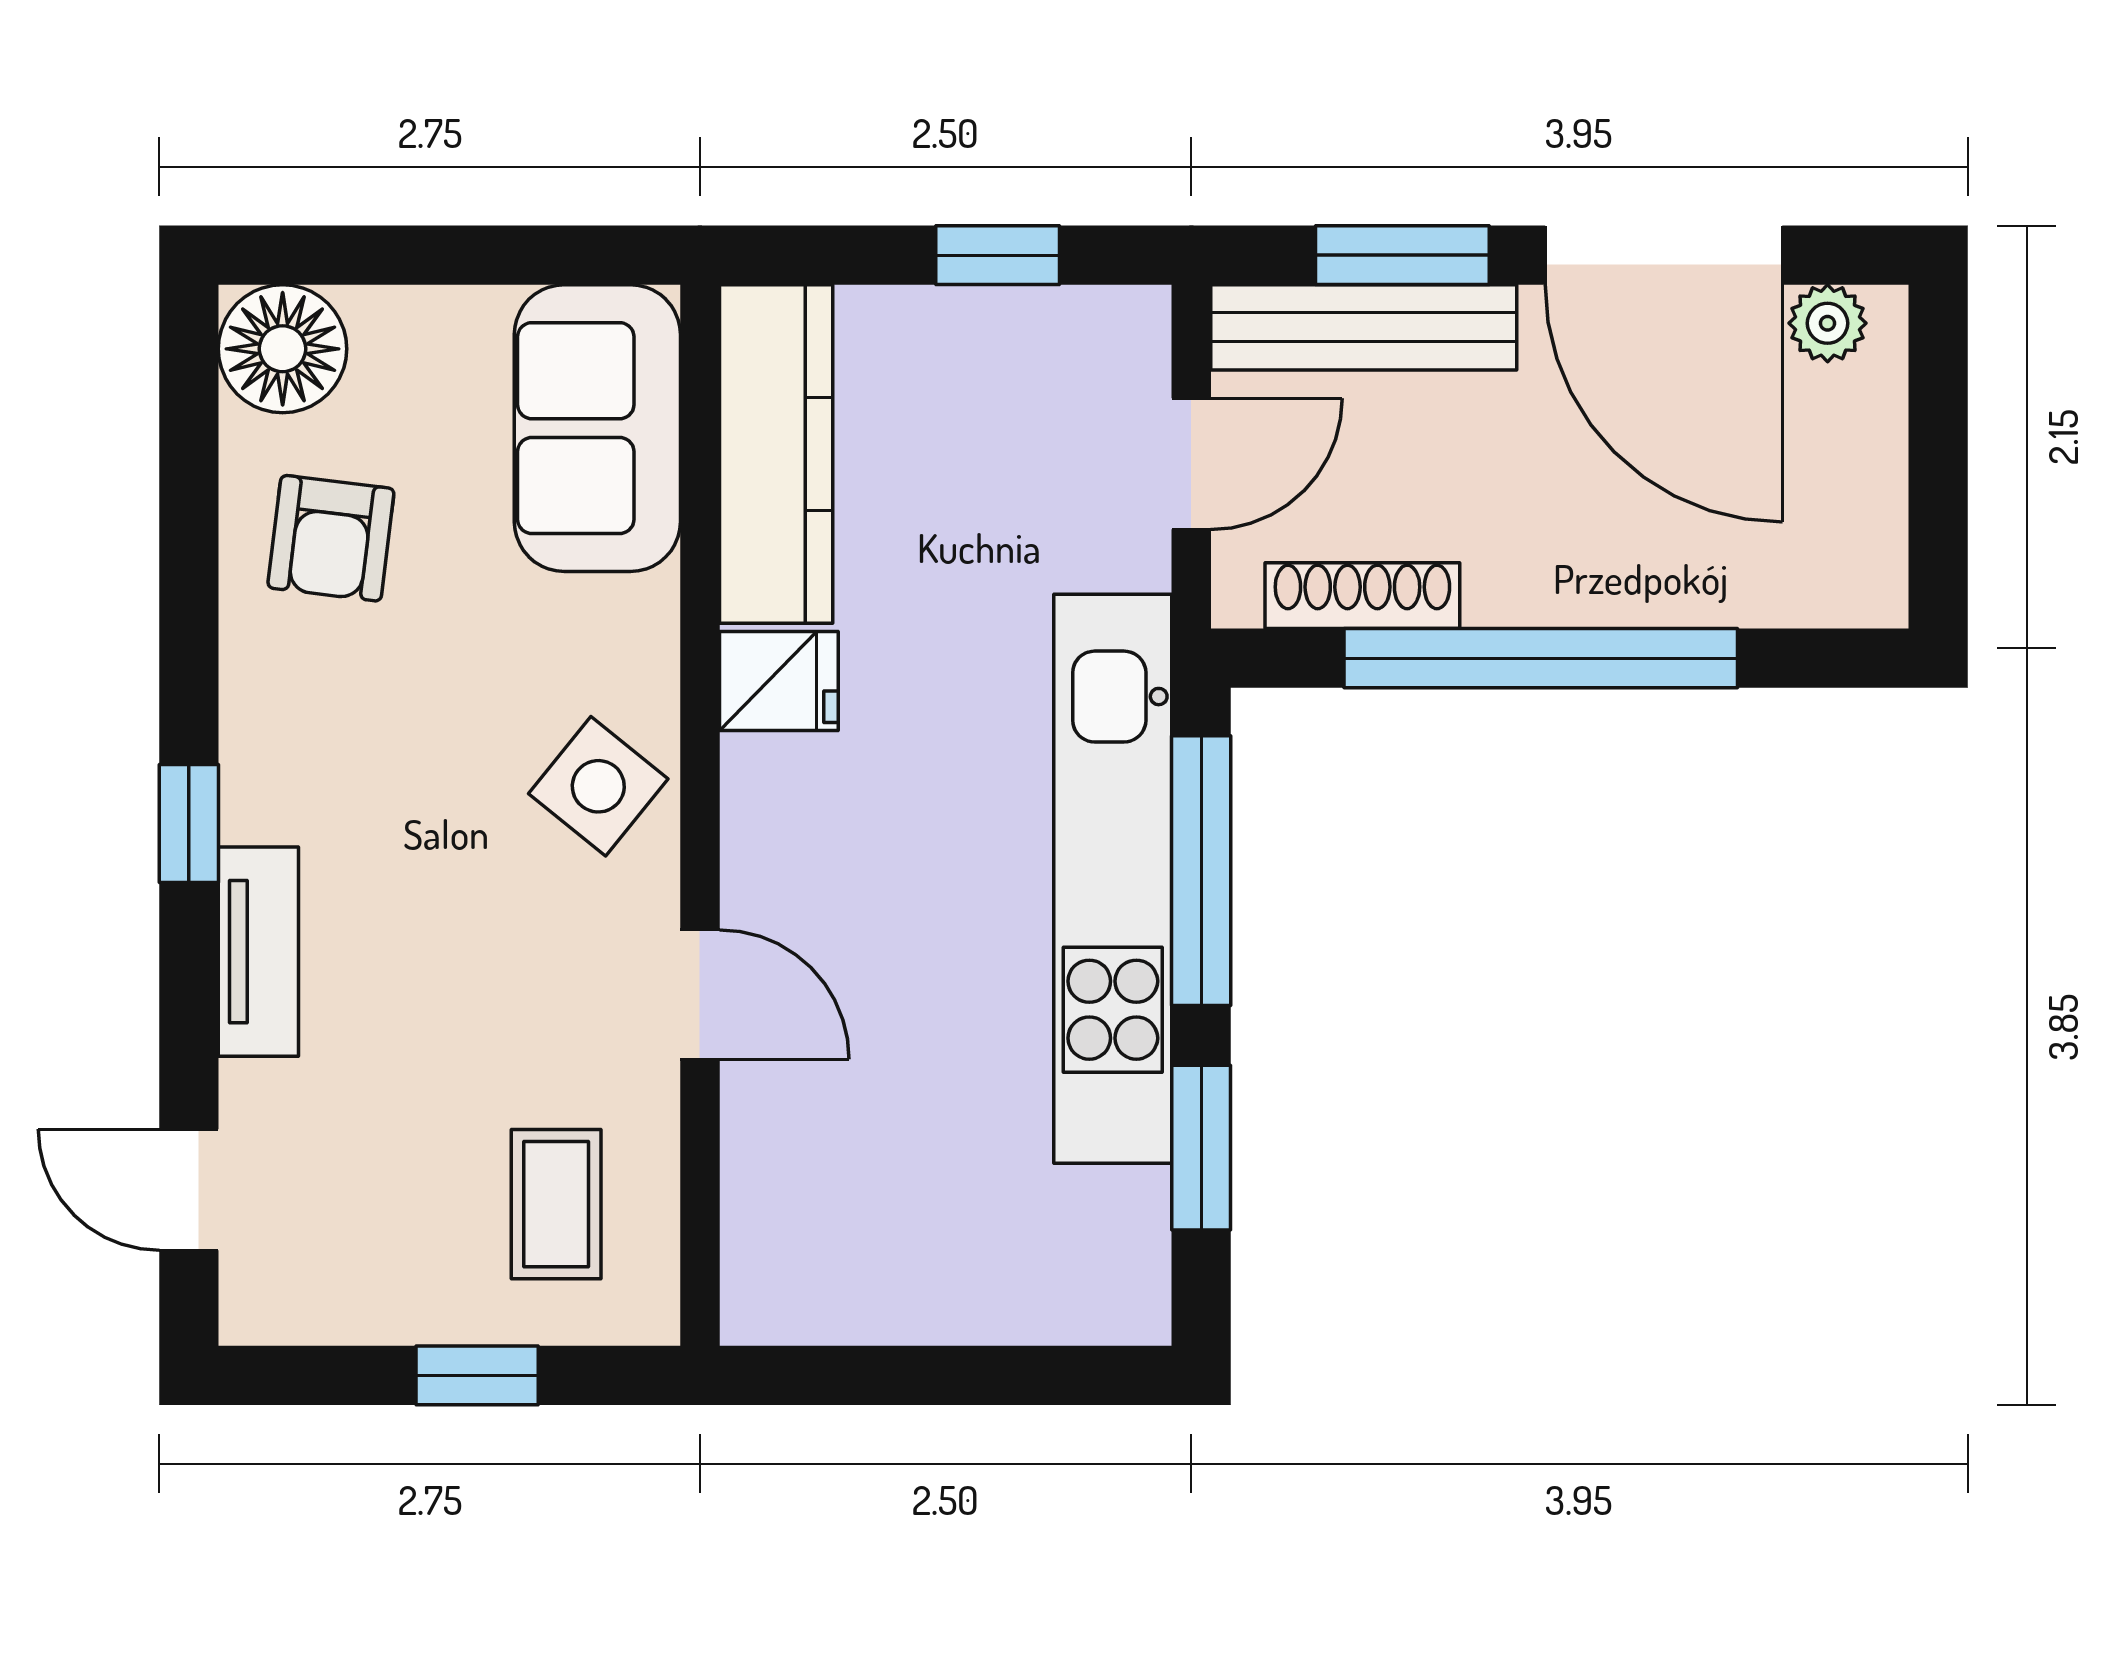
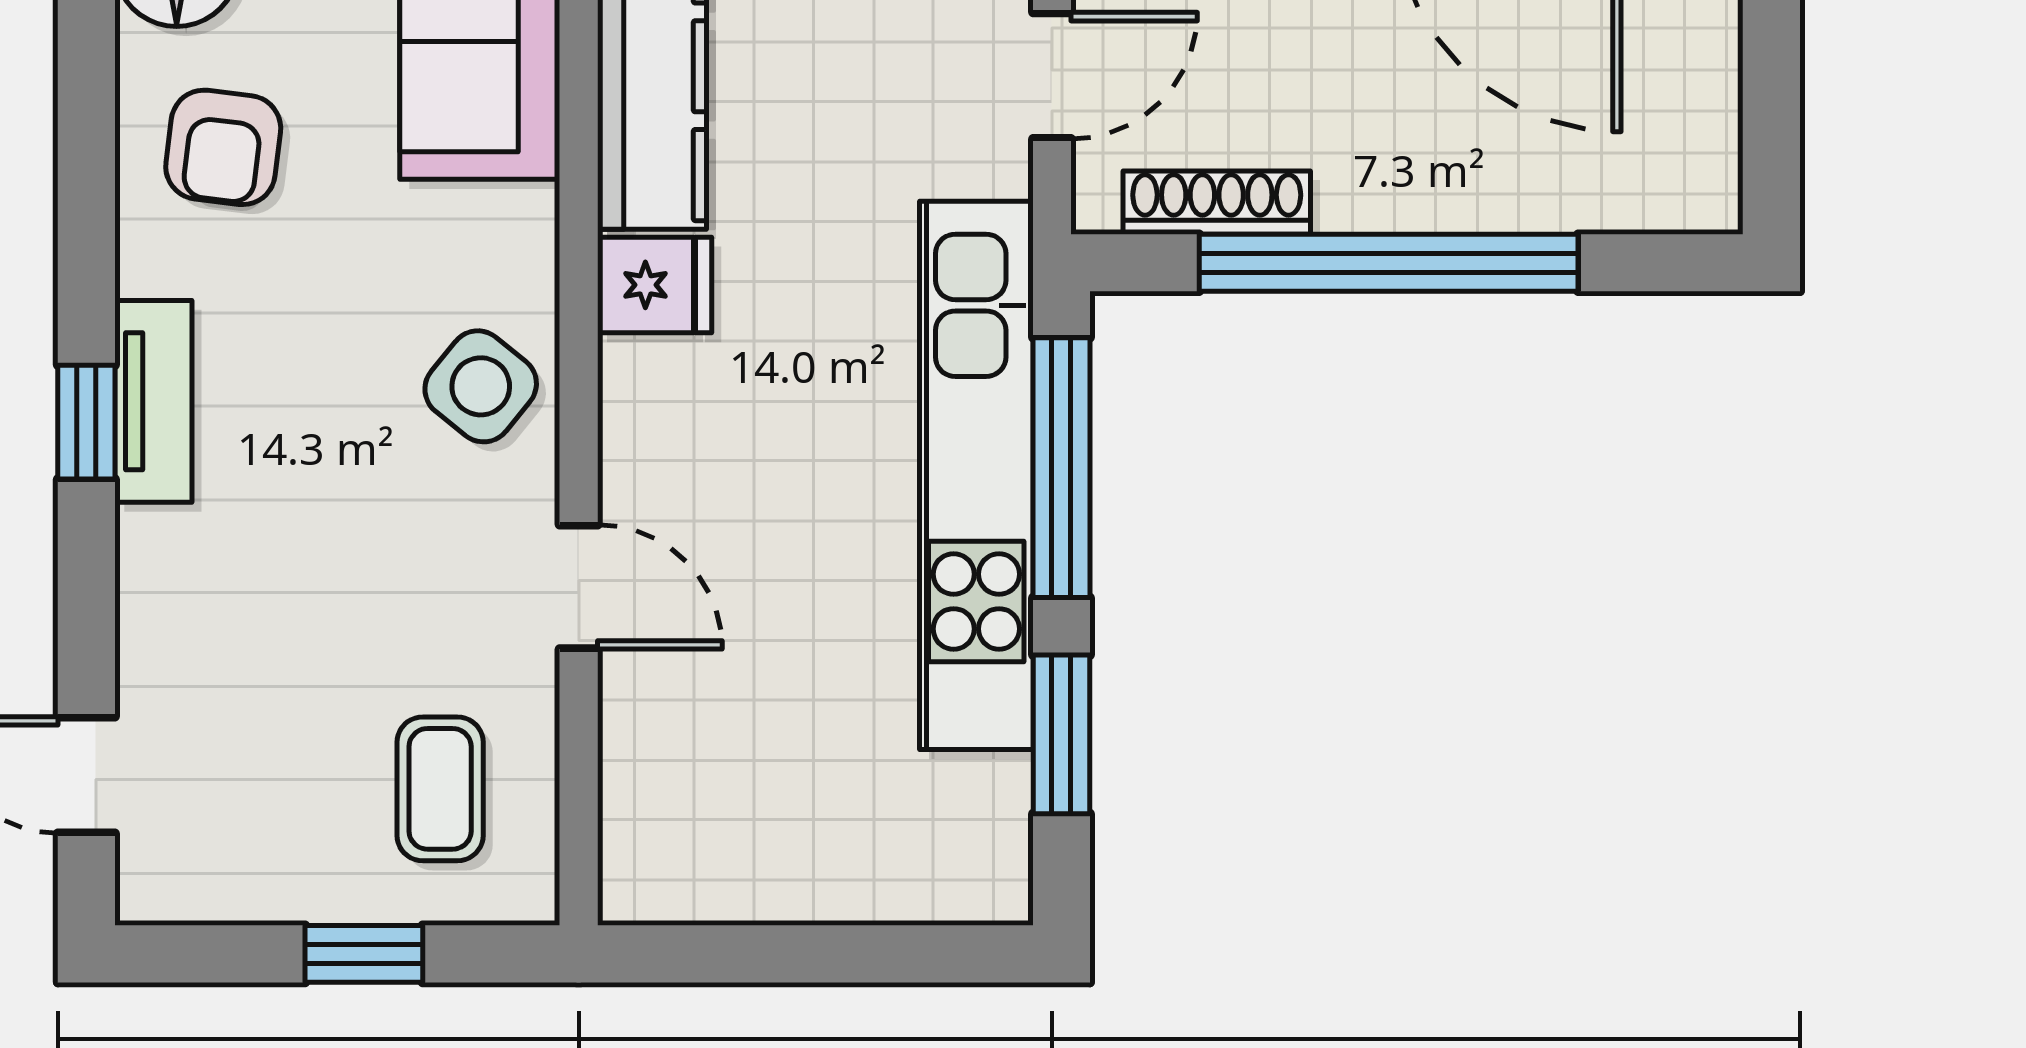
tv unit: (258, 952) -> (153, 401), moved

